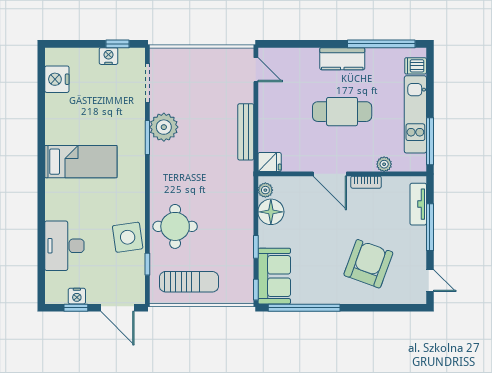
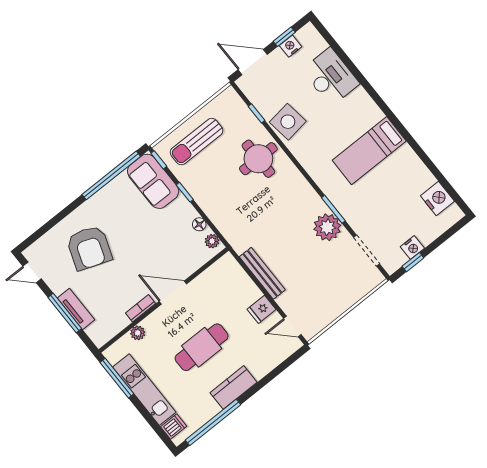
fridge: (270, 162) -> (262, 309), moved
tv unit: (418, 204) -> (76, 309), moved
floor lamp: (271, 212) -> (199, 224), width x0.53, depth x0.53
sun lounger: (189, 282) -> (197, 142), moved

